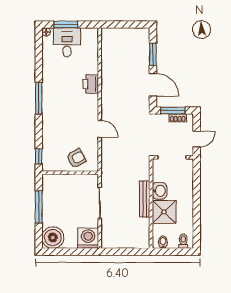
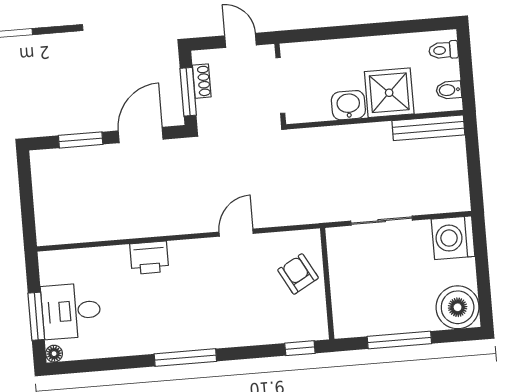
bench: (145, 199) -> (428, 128), moved

